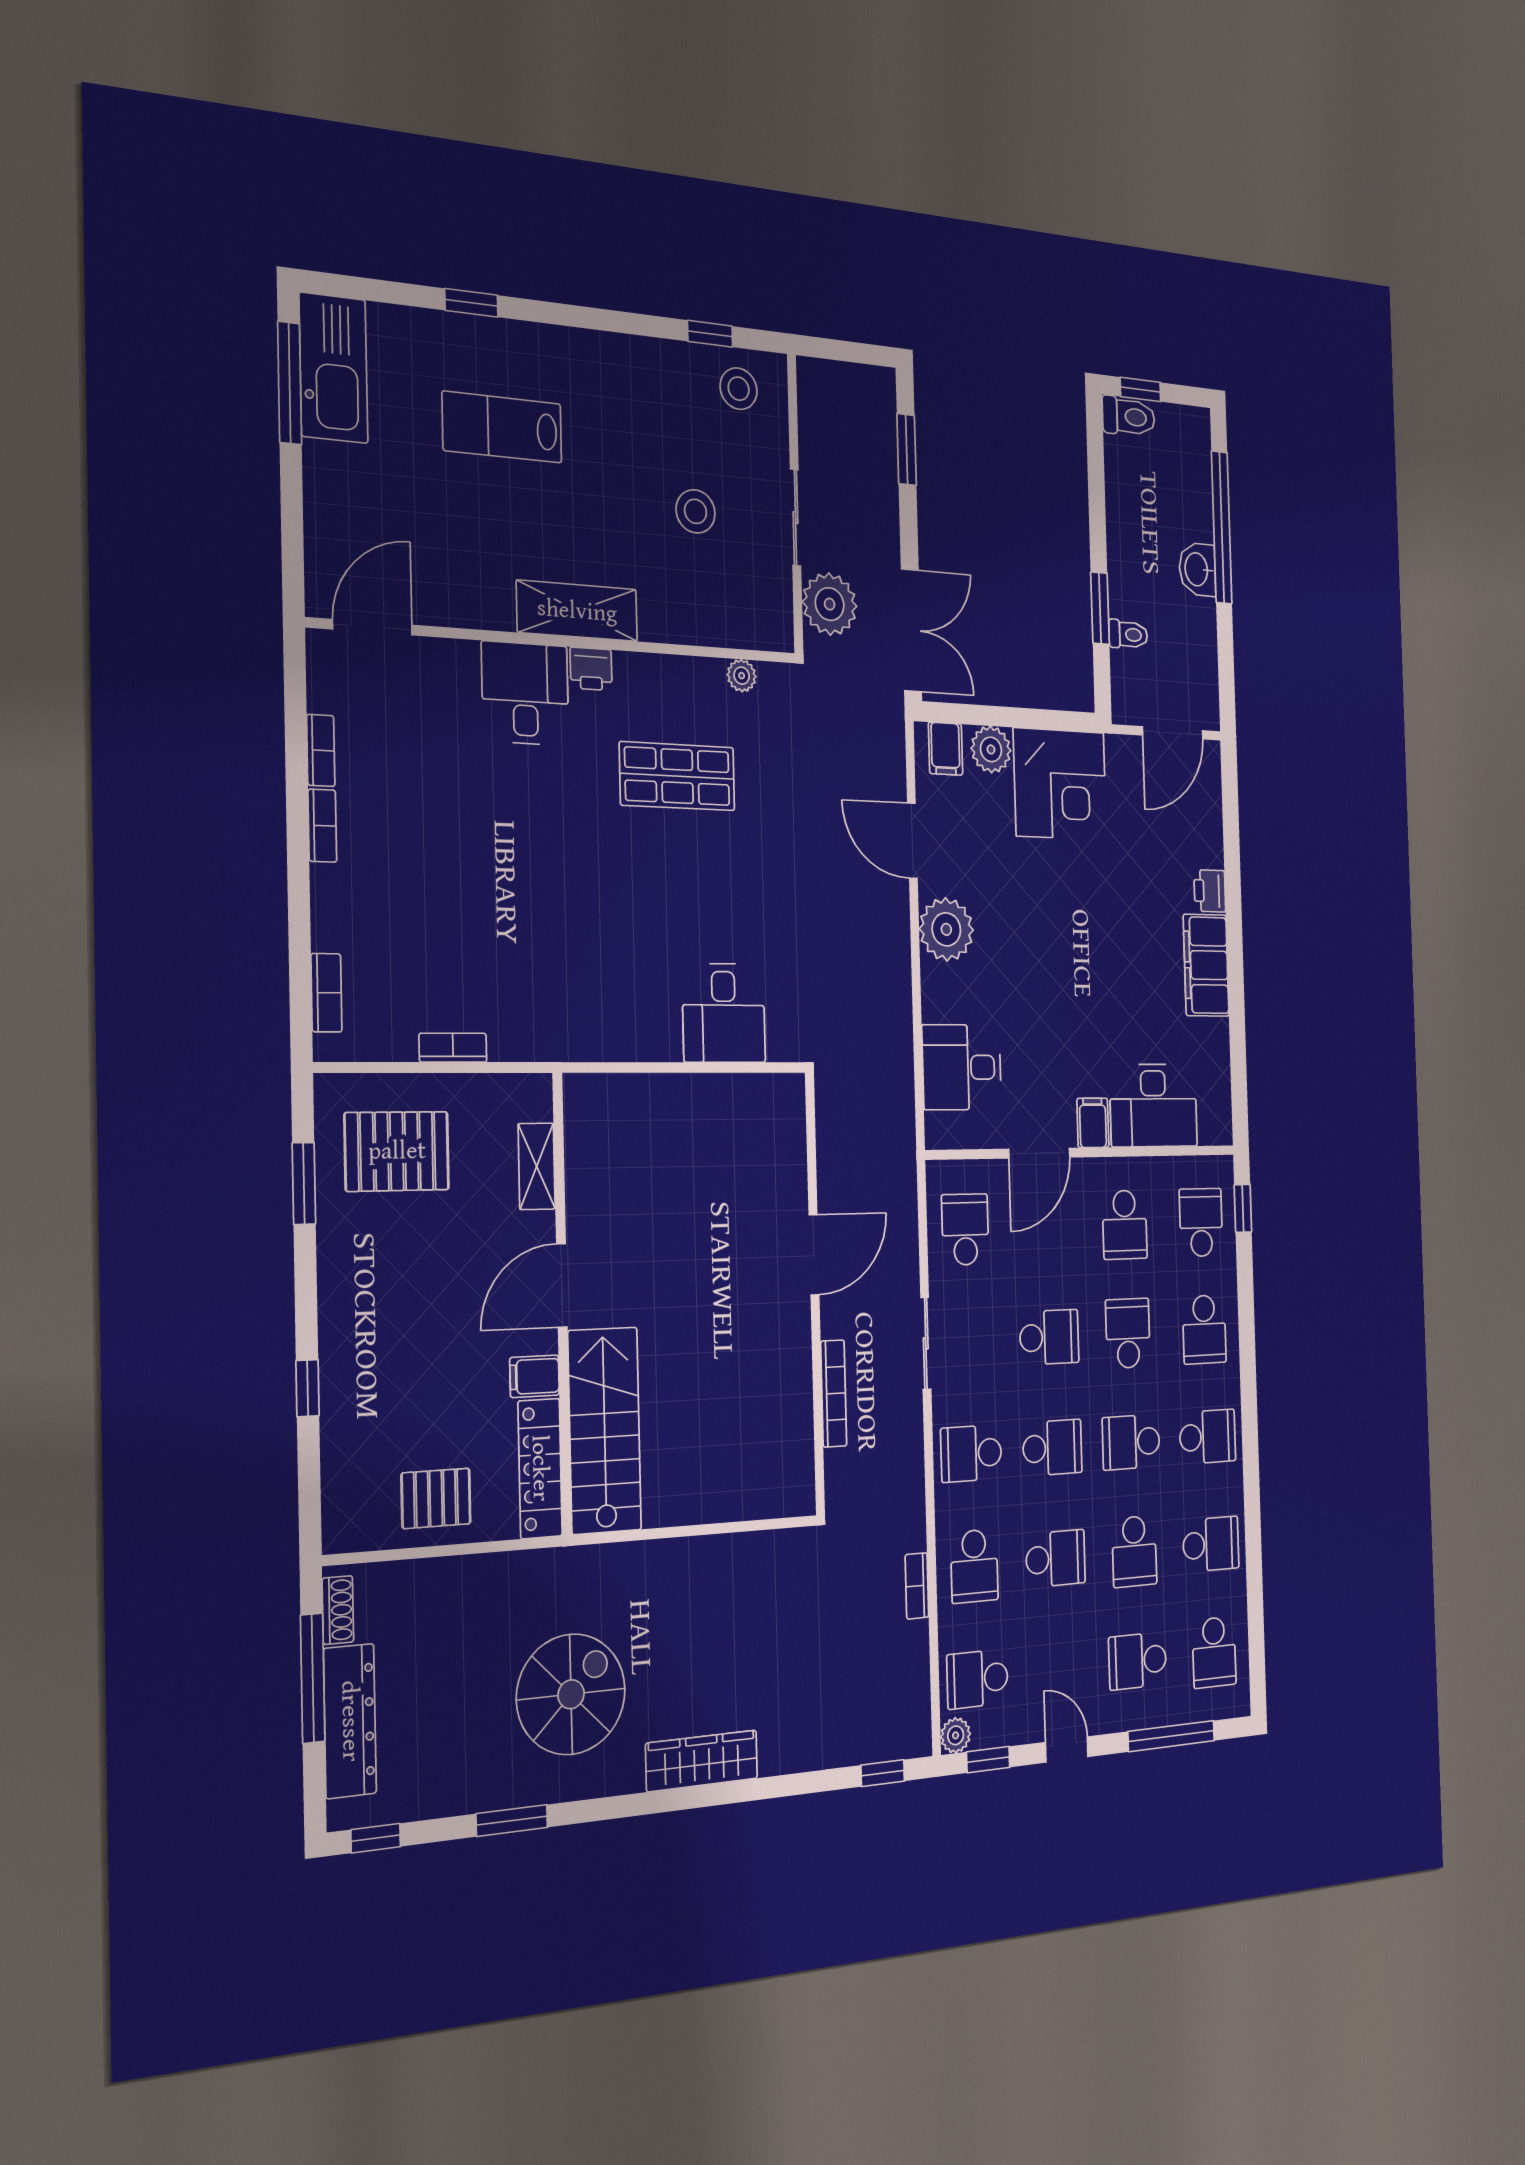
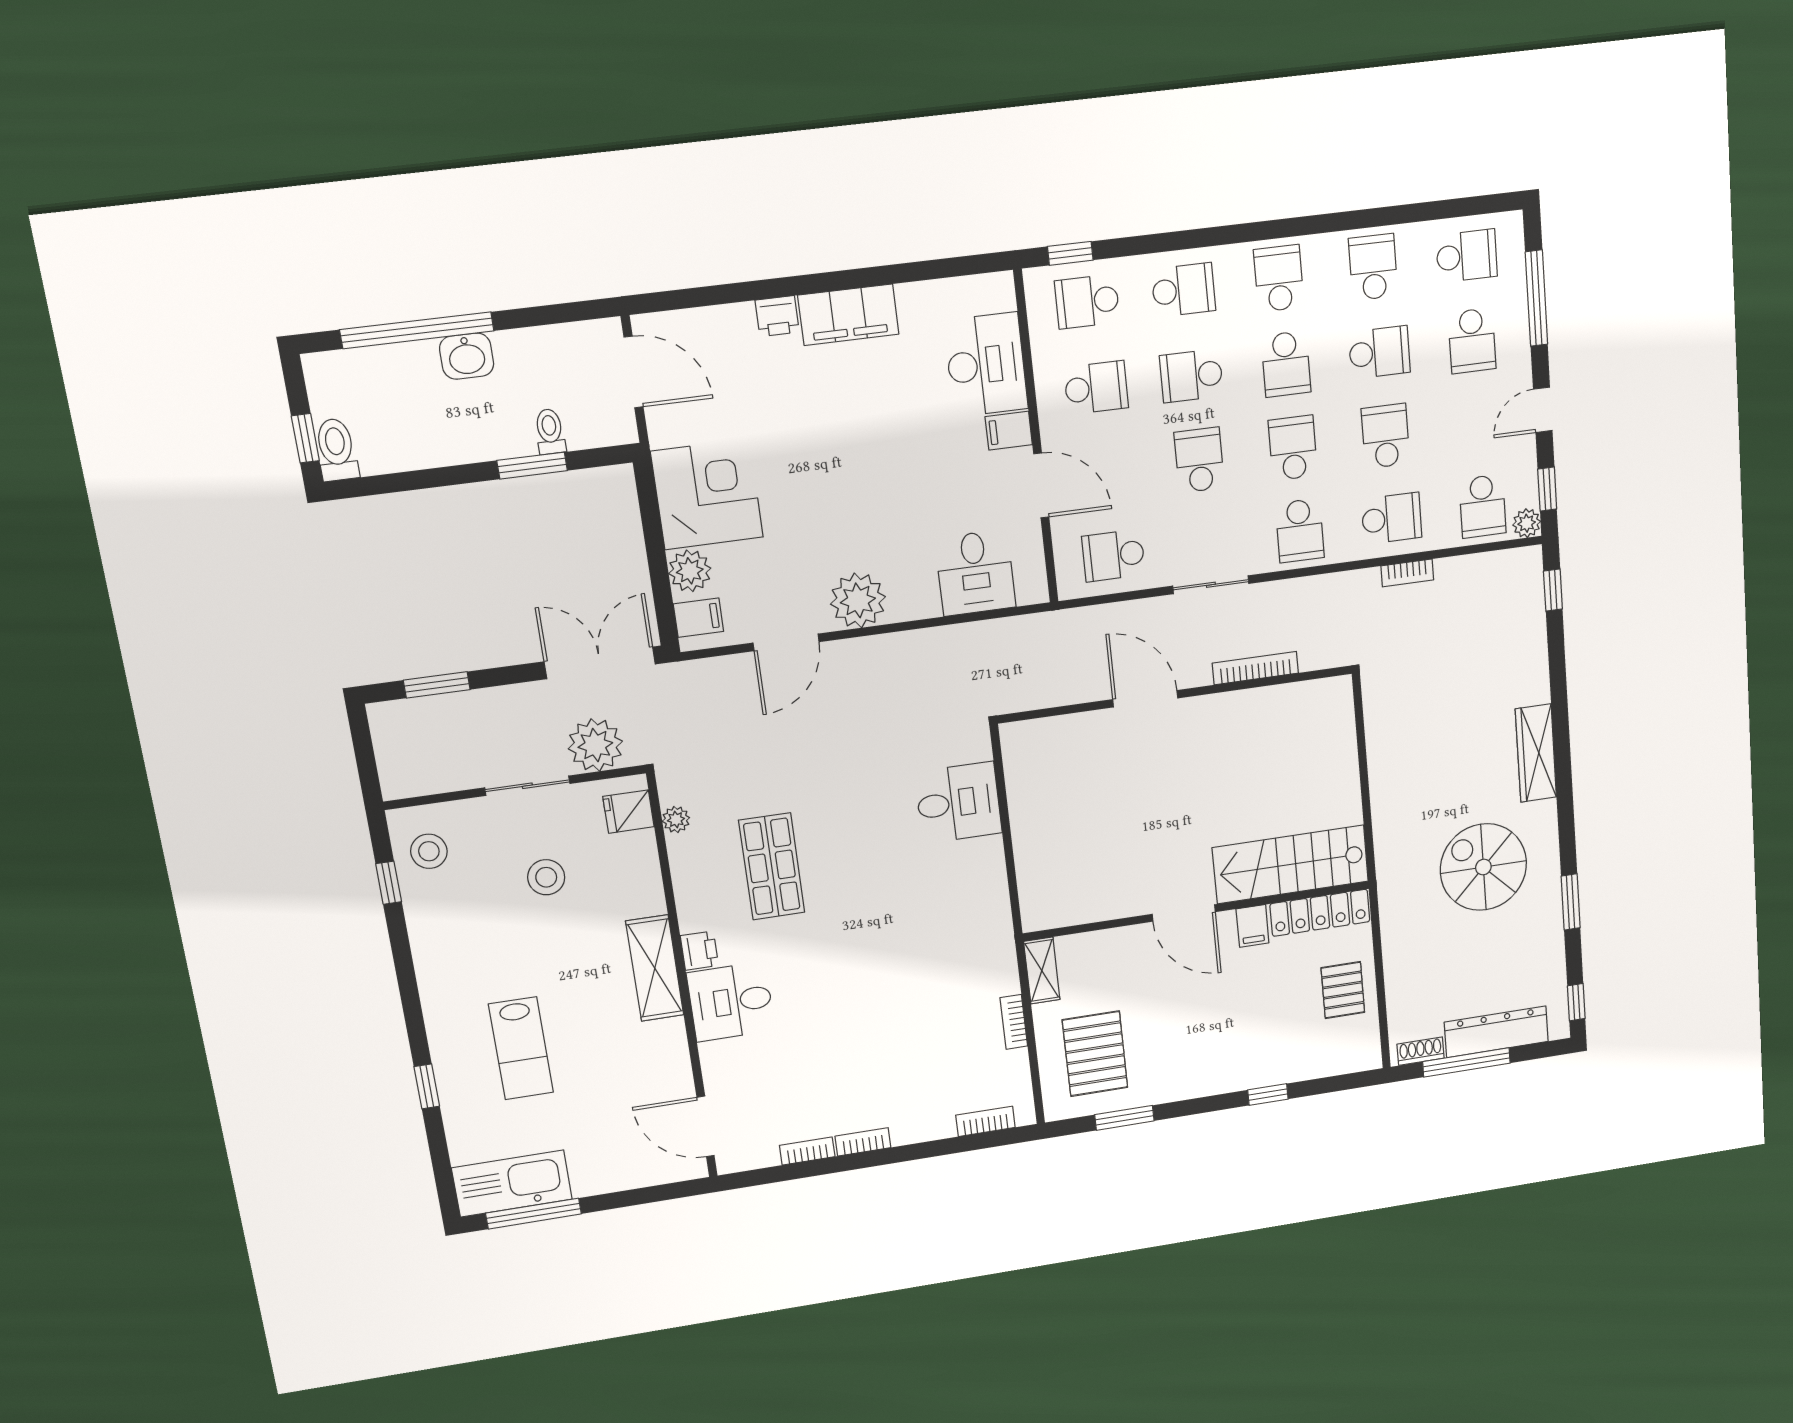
fridge: (756, 623) -> (628, 812), added
shelving: (537, 1166) -> (1042, 970), moved, turned 90

